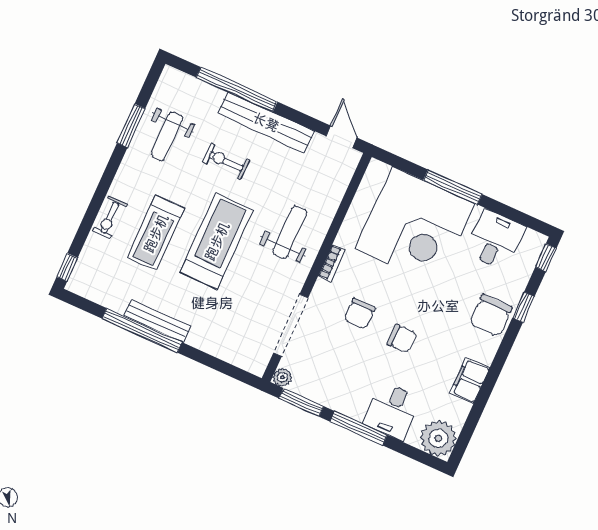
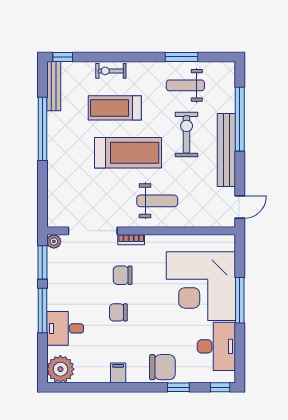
exercise bike: (226, 161) -> (187, 134), width x1.38, depth x1.39
desk: (495, 240) -> (216, 346), width x1.37
bookcase: (331, 263) -> (131, 240), moved
chair: (491, 316) -> (162, 367), turned 180
bench: (157, 321) -> (54, 86), moved
chair: (402, 339) -> (118, 312), turned 90
filing cabinet: (470, 380) -> (118, 373), width x0.50

